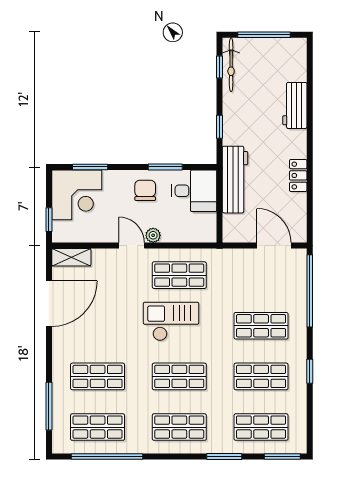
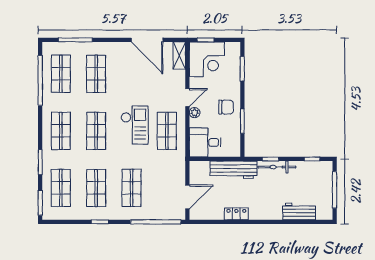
bicycle: (231, 65) -> (277, 167), moved
workbench: (295, 105) -> (299, 212), moved
desk: (194, 191) -> (205, 142), moved, turned 90
corner desk: (77, 195) -> (207, 59), moved, turned -90

